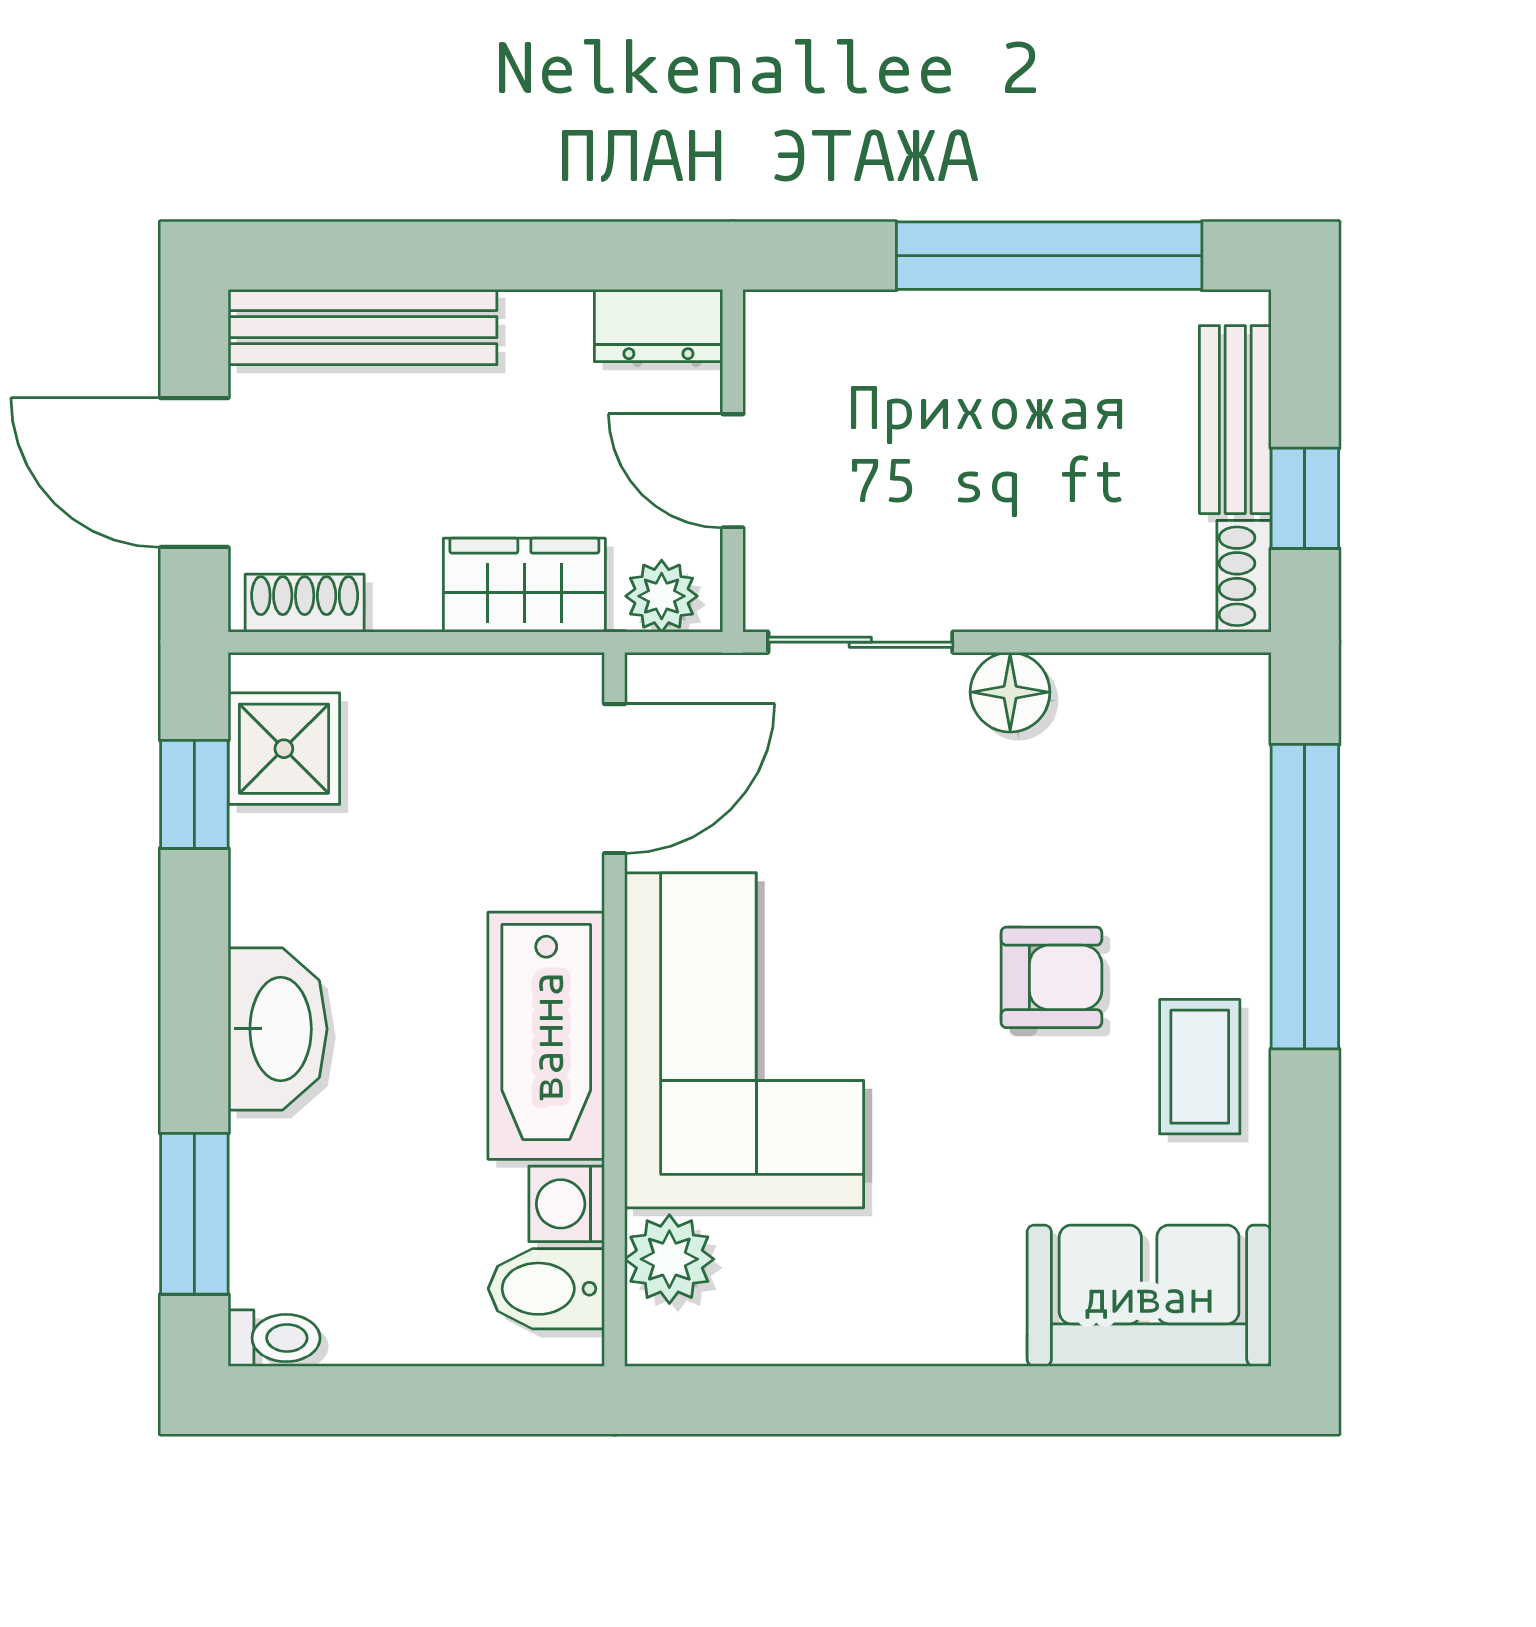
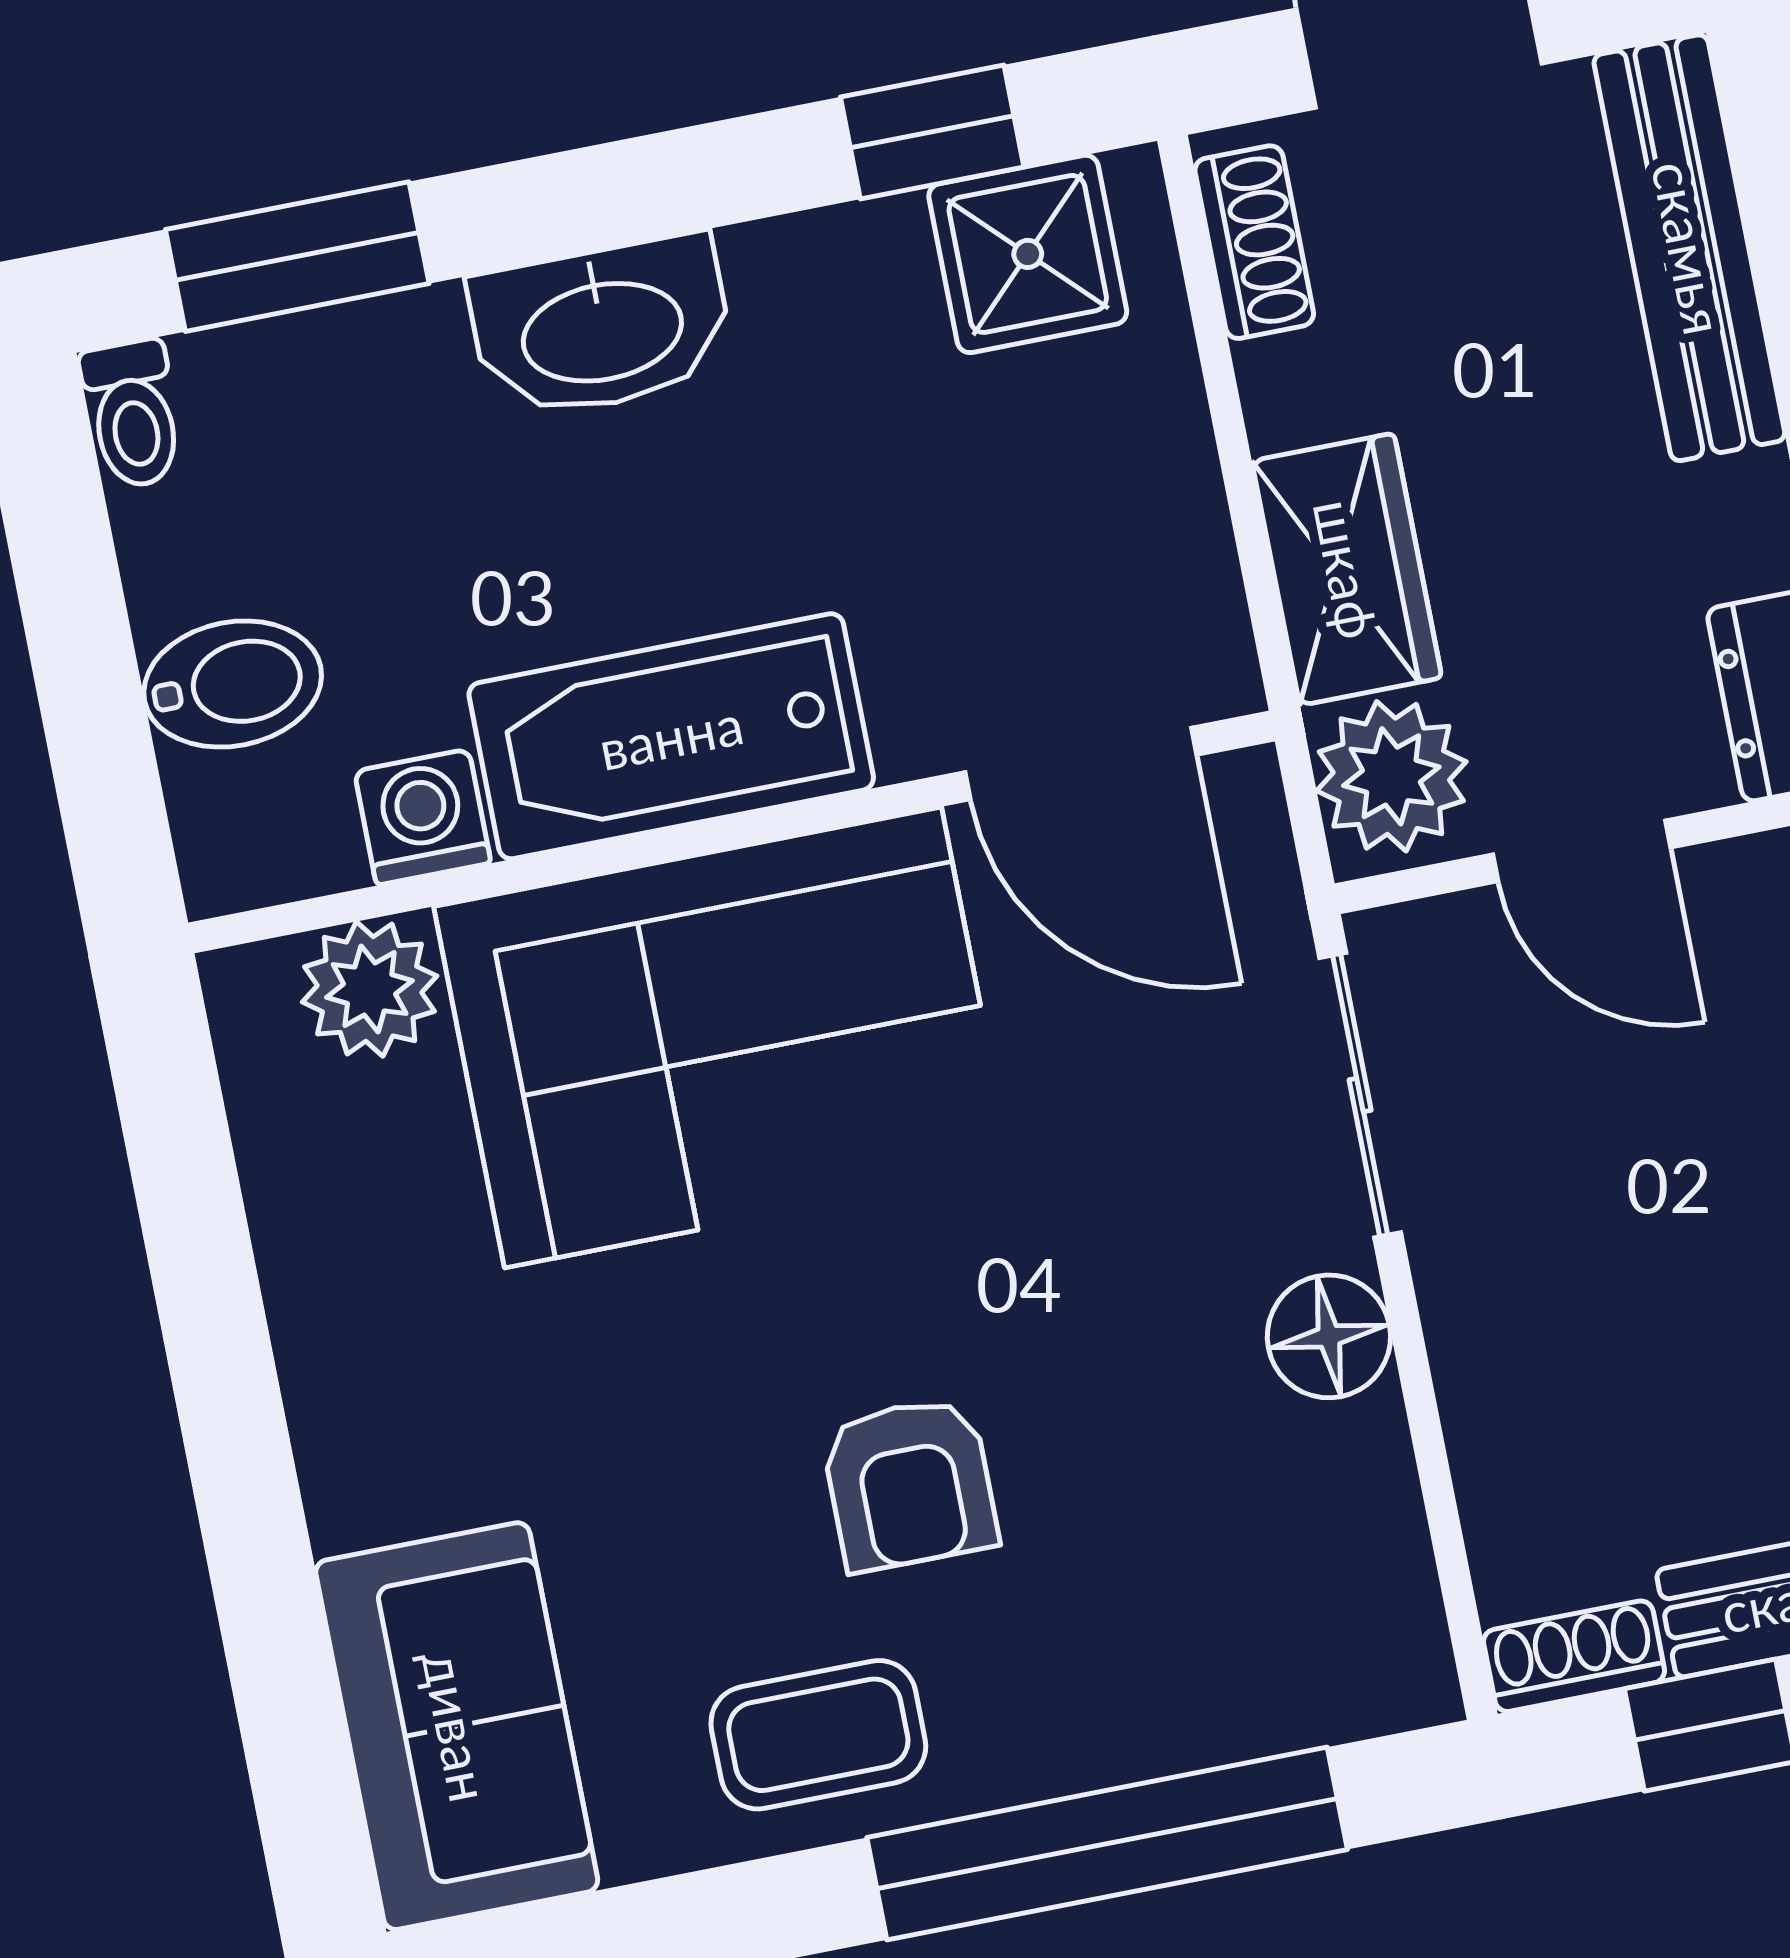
door: (733, 471) -> (1582, 851), swing flipped
plant: (662, 596) -> (1391, 776), width x1.38, depth x1.38
bidet: (546, 1289) -> (233, 684), moved, turned 90

